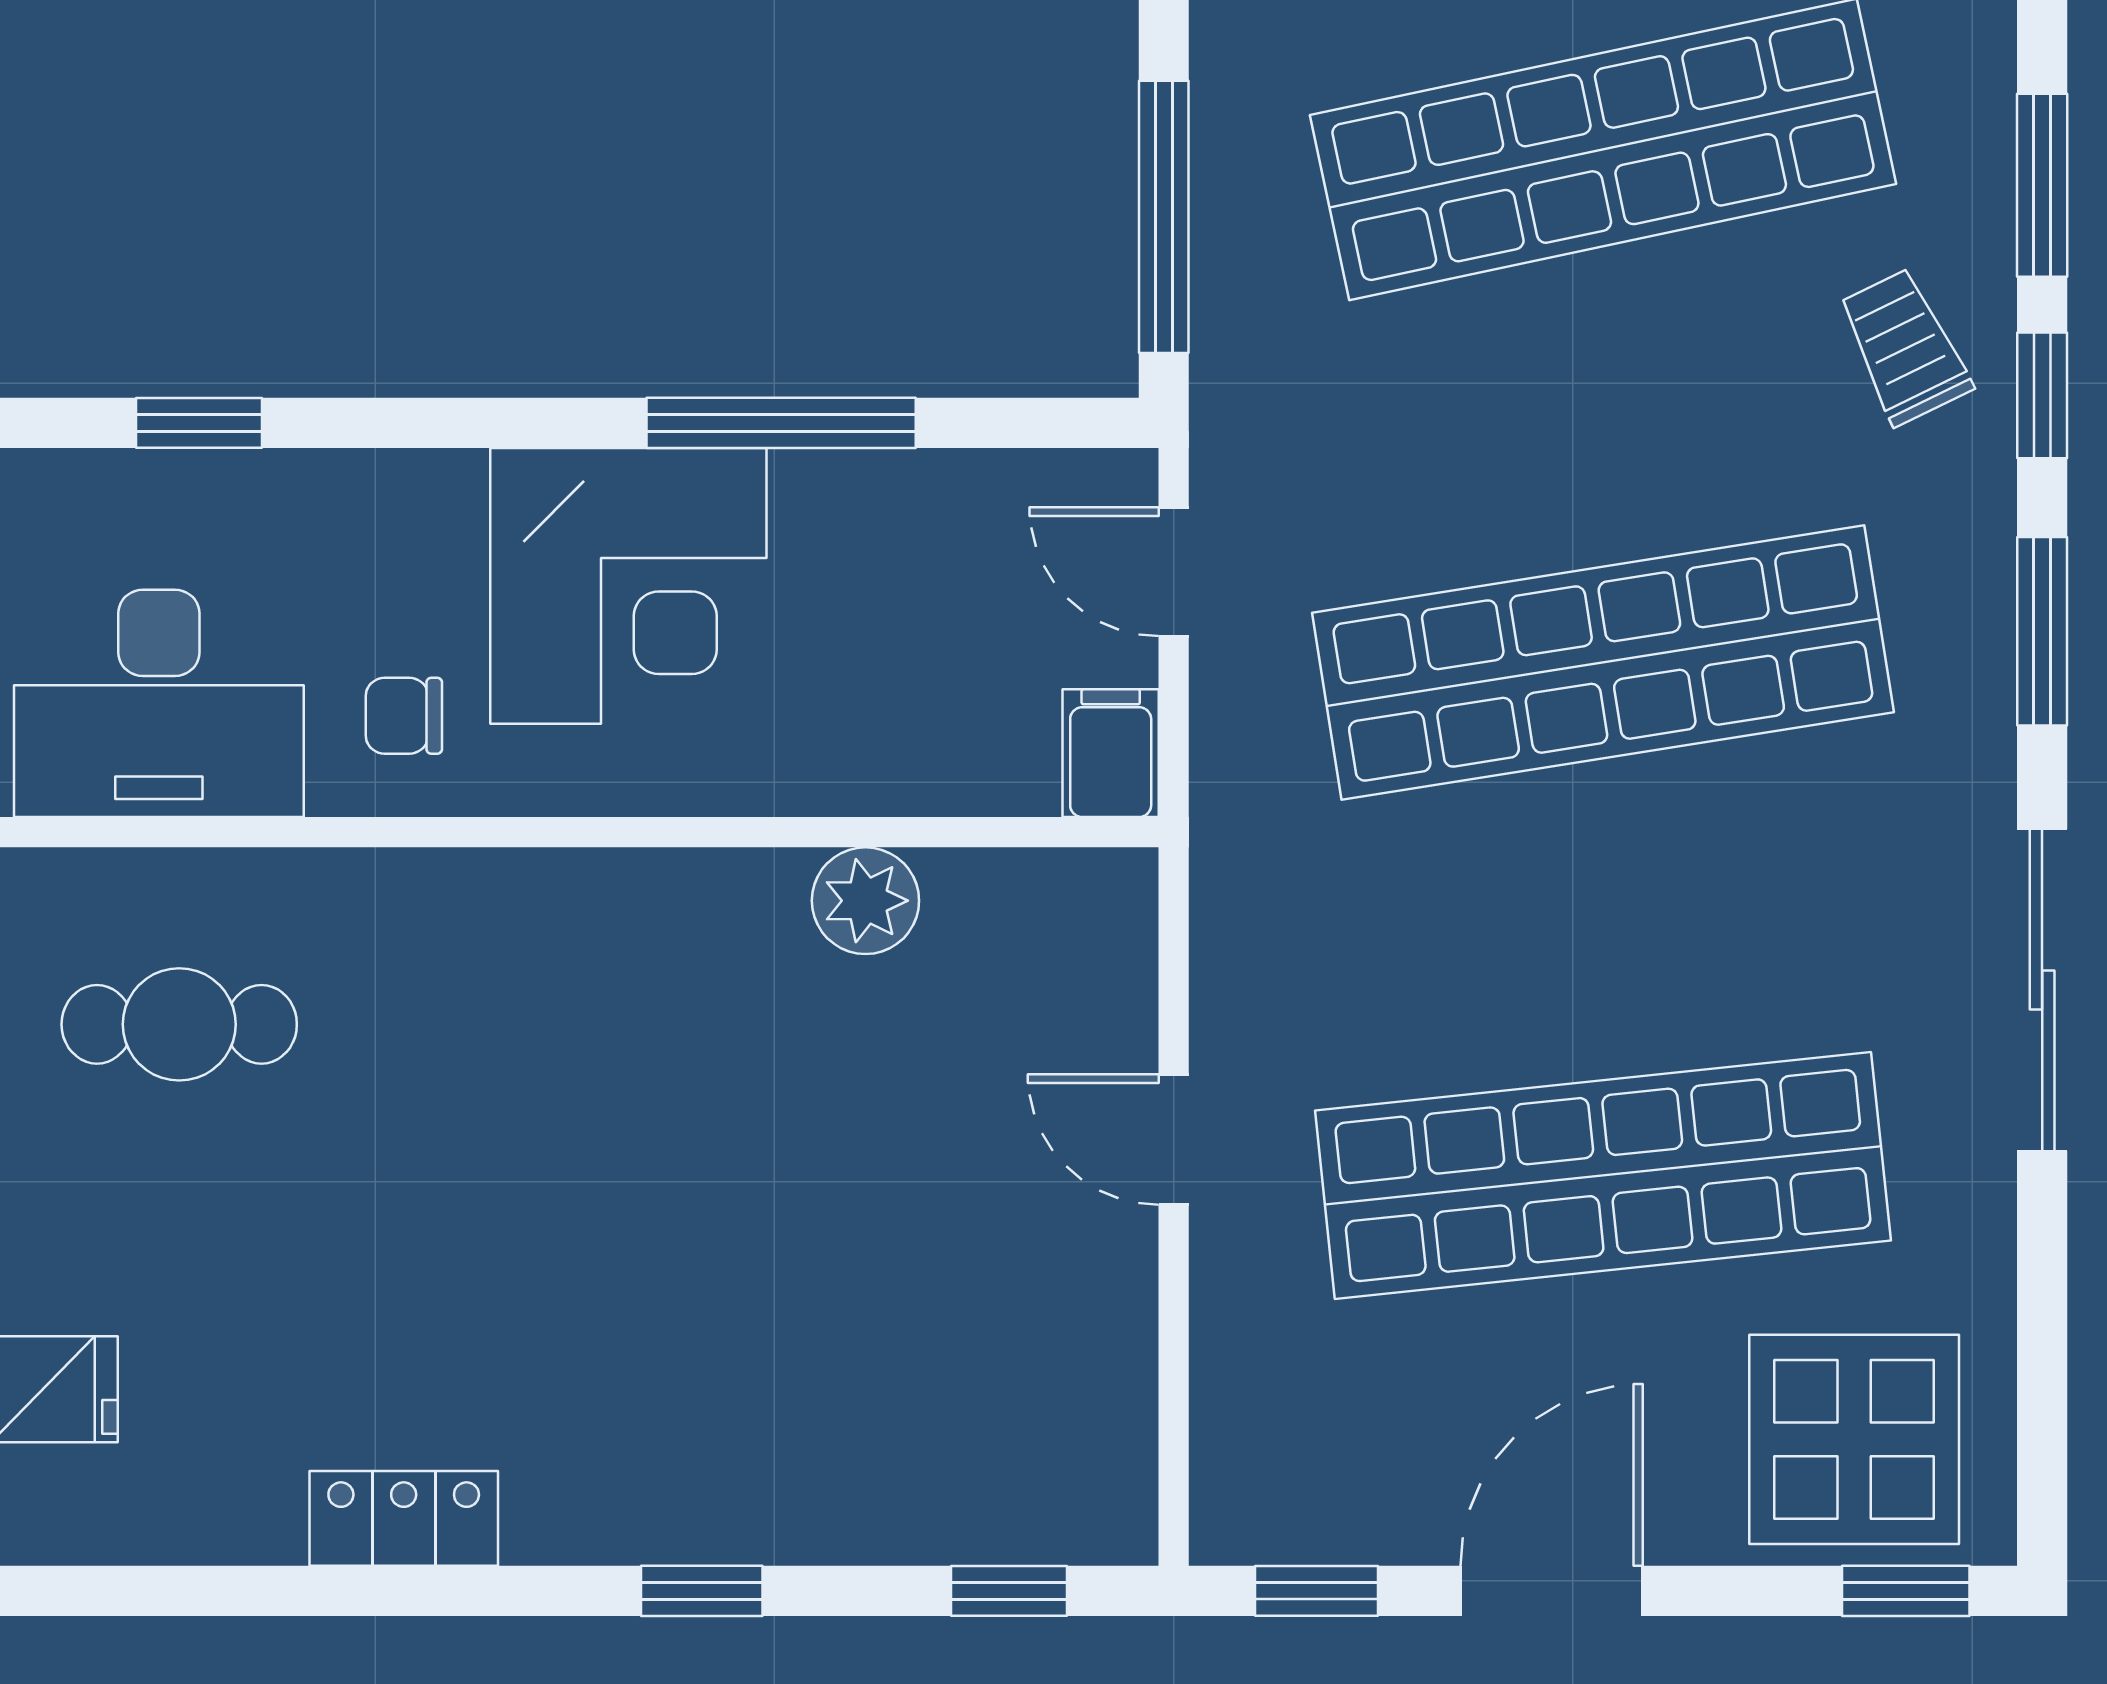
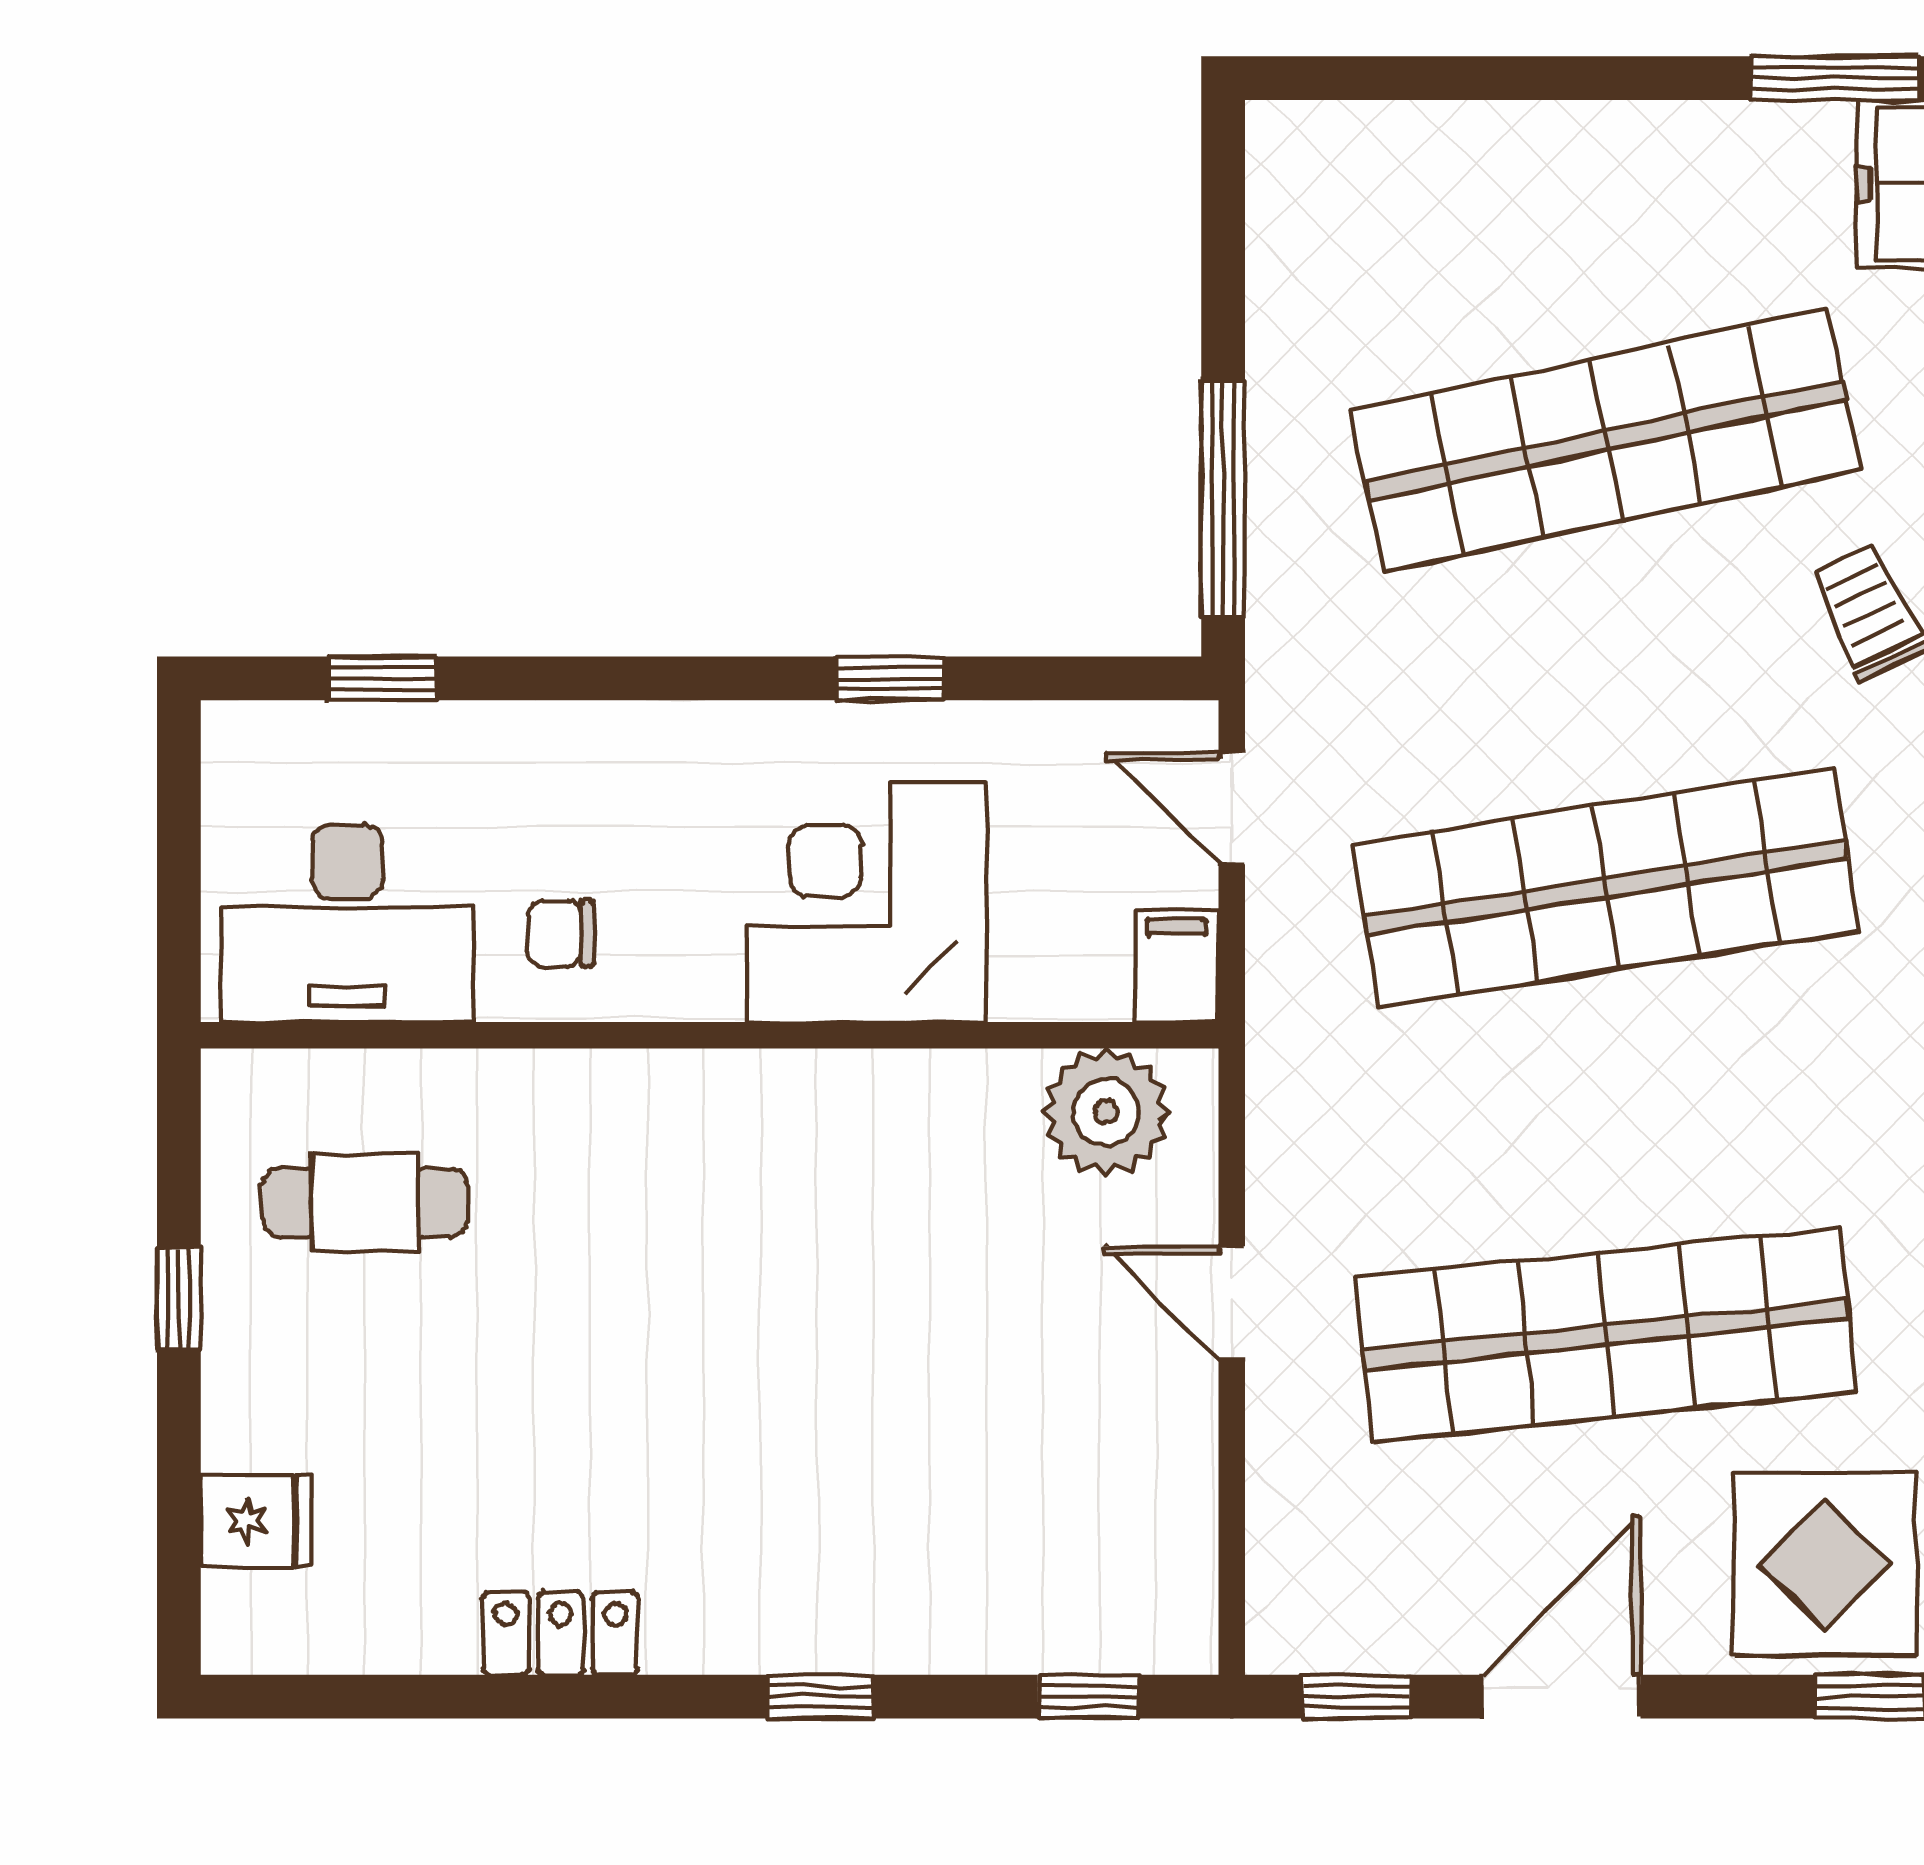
window: (781, 423) -> (889, 678), width x0.46
corner desk: (628, 586) -> (866, 902), moved, turned 180
plant: (865, 901) -> (1106, 1112), moved, width x1.36, depth x1.36

